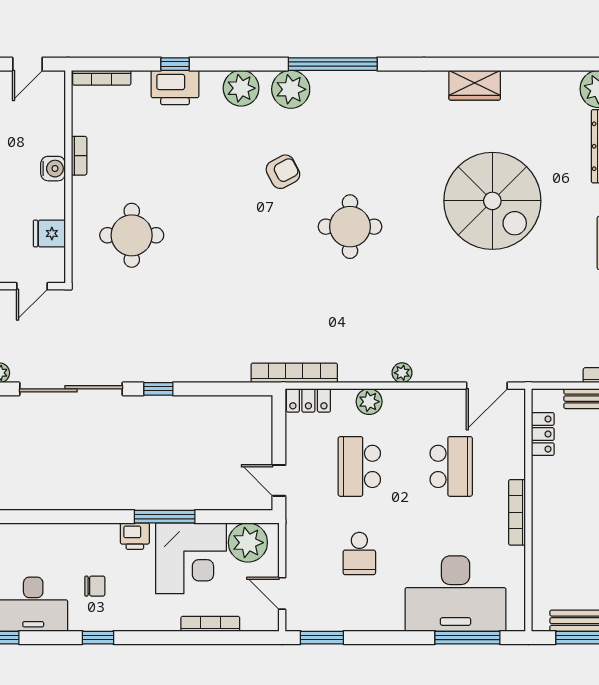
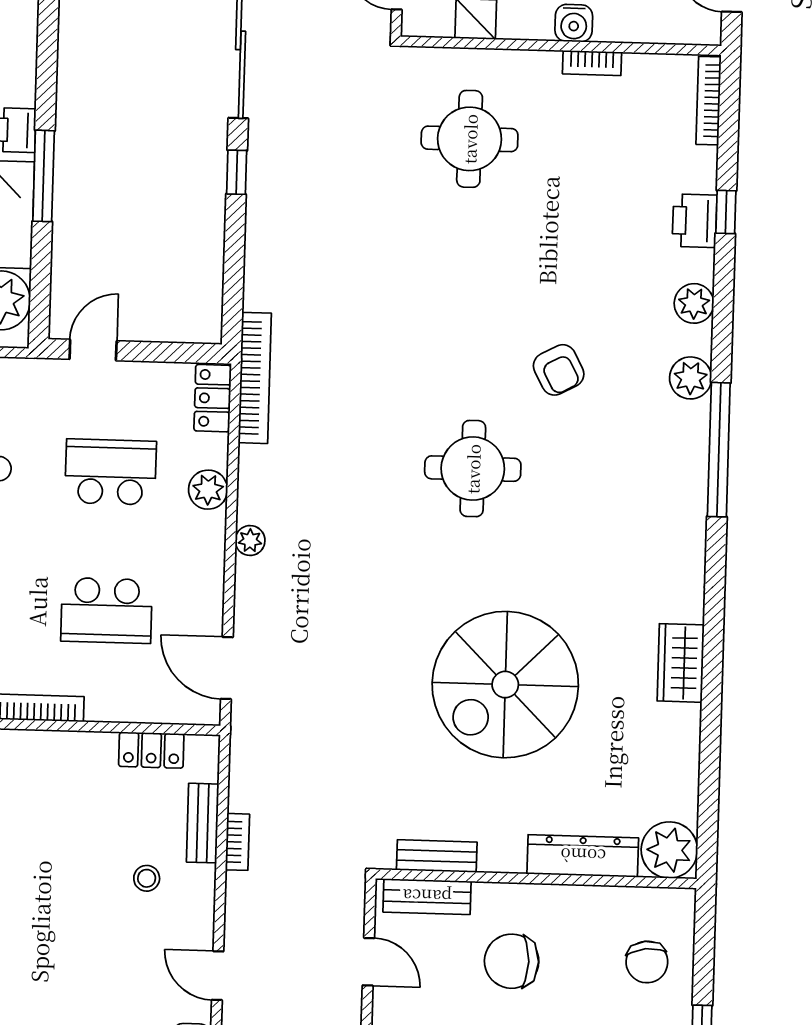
printer: (175, 87) -> (695, 221), width x0.73, depth x0.84
plant: (241, 88) -> (694, 303), width x0.73, depth x0.73
plant: (291, 89) -> (691, 378), width x0.73, depth x0.73

